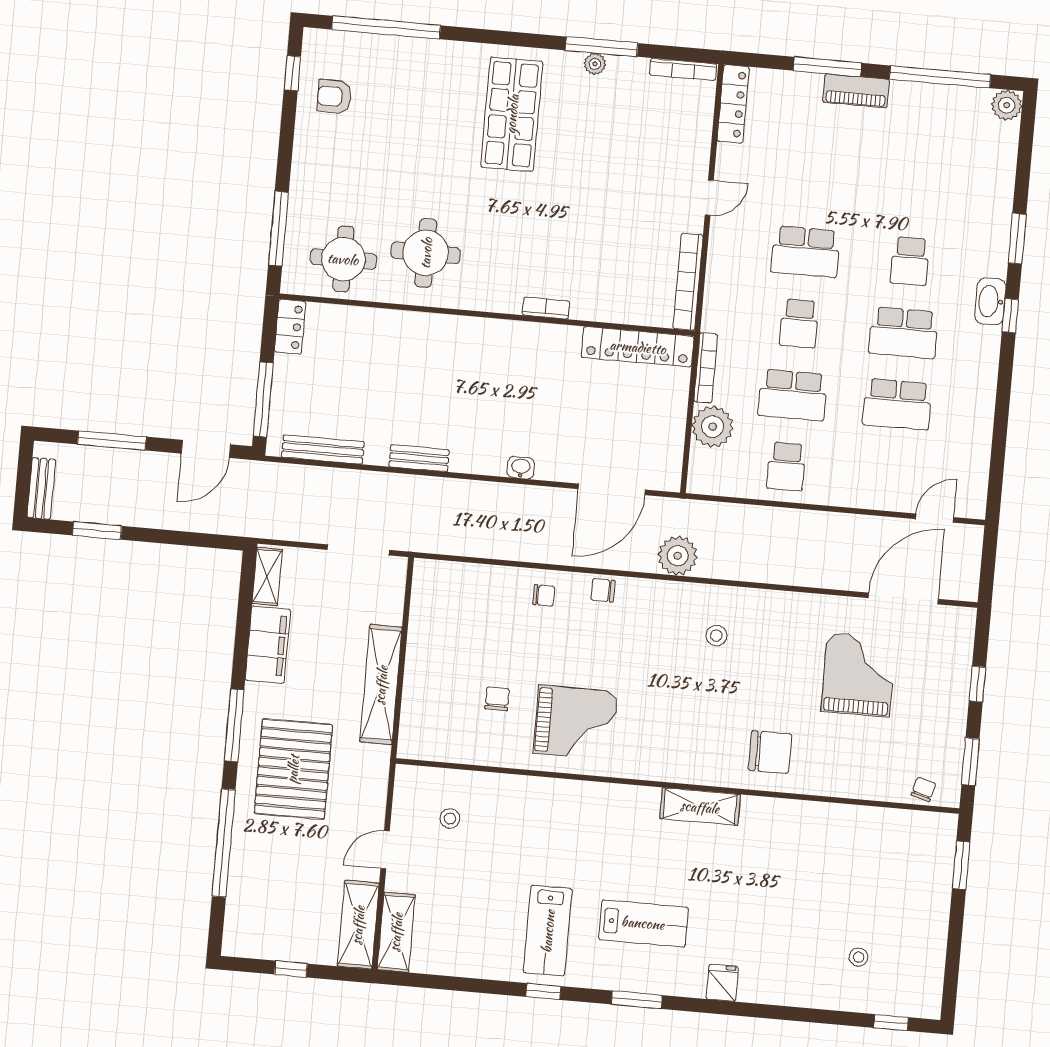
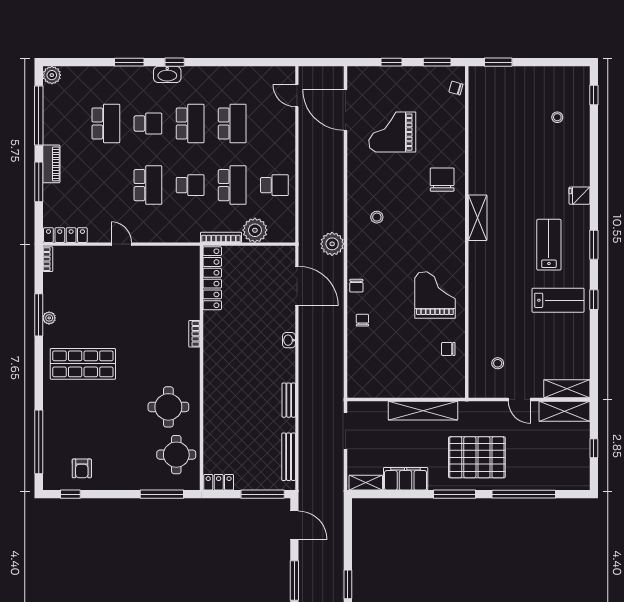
bookcase: (683, 69) -> (48, 259), width x0.64
school desk: (916, 190) -> (106, 124), added
bookcase: (688, 282) -> (172, 252), removed
chair: (497, 699) -> (448, 349), moved

